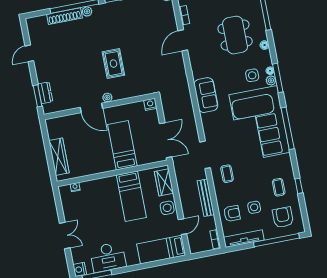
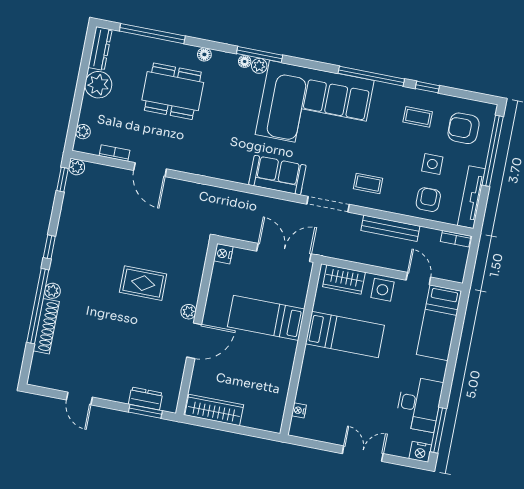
side table: (252, 75) -> (241, 90), removed
sofa: (206, 95) -> (277, 175), moved
window: (288, 128) -> (371, 76), moved
wardrobe: (59, 157) -> (214, 410), moved

